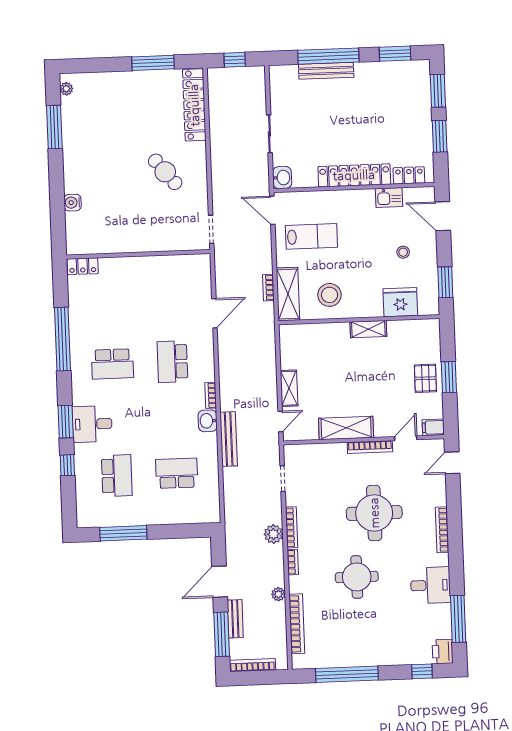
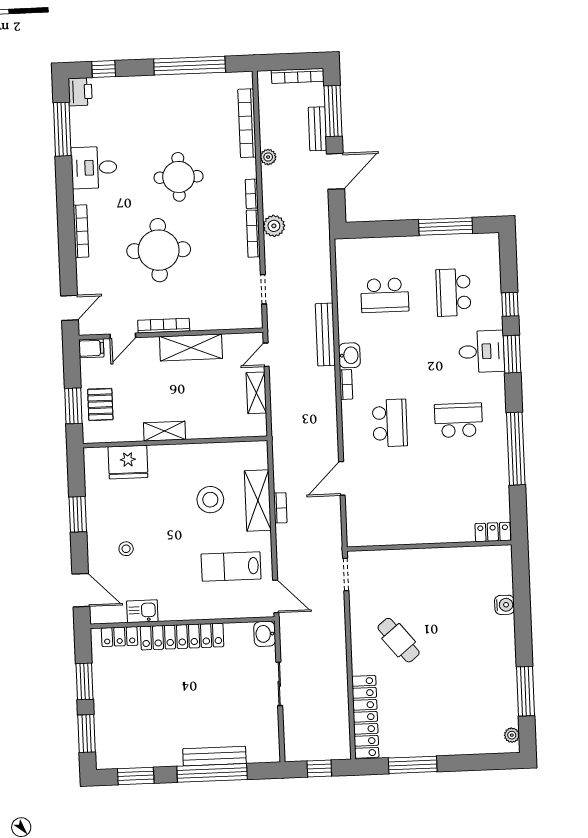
fridge: (400, 302) -> (128, 462), moved
wall: (359, 320) -> (175, 442), moved
shelving: (368, 329) -> (165, 431), moved

